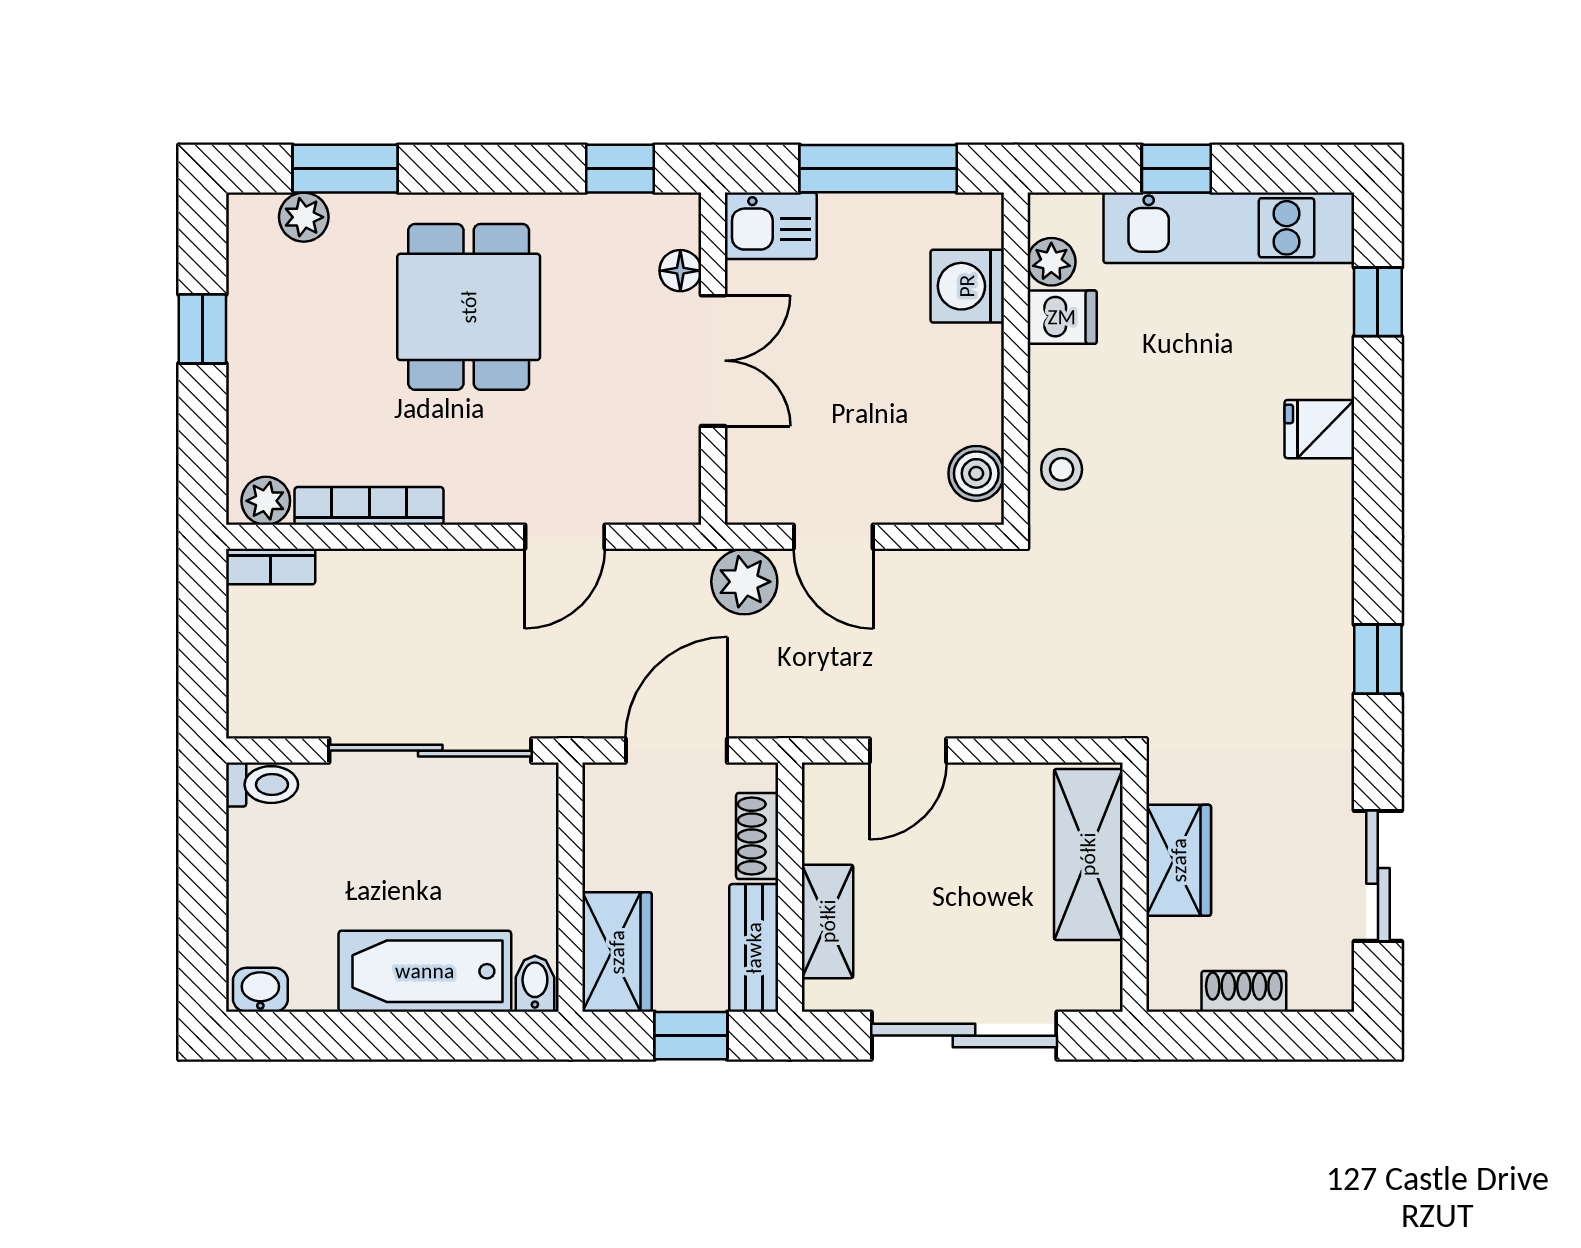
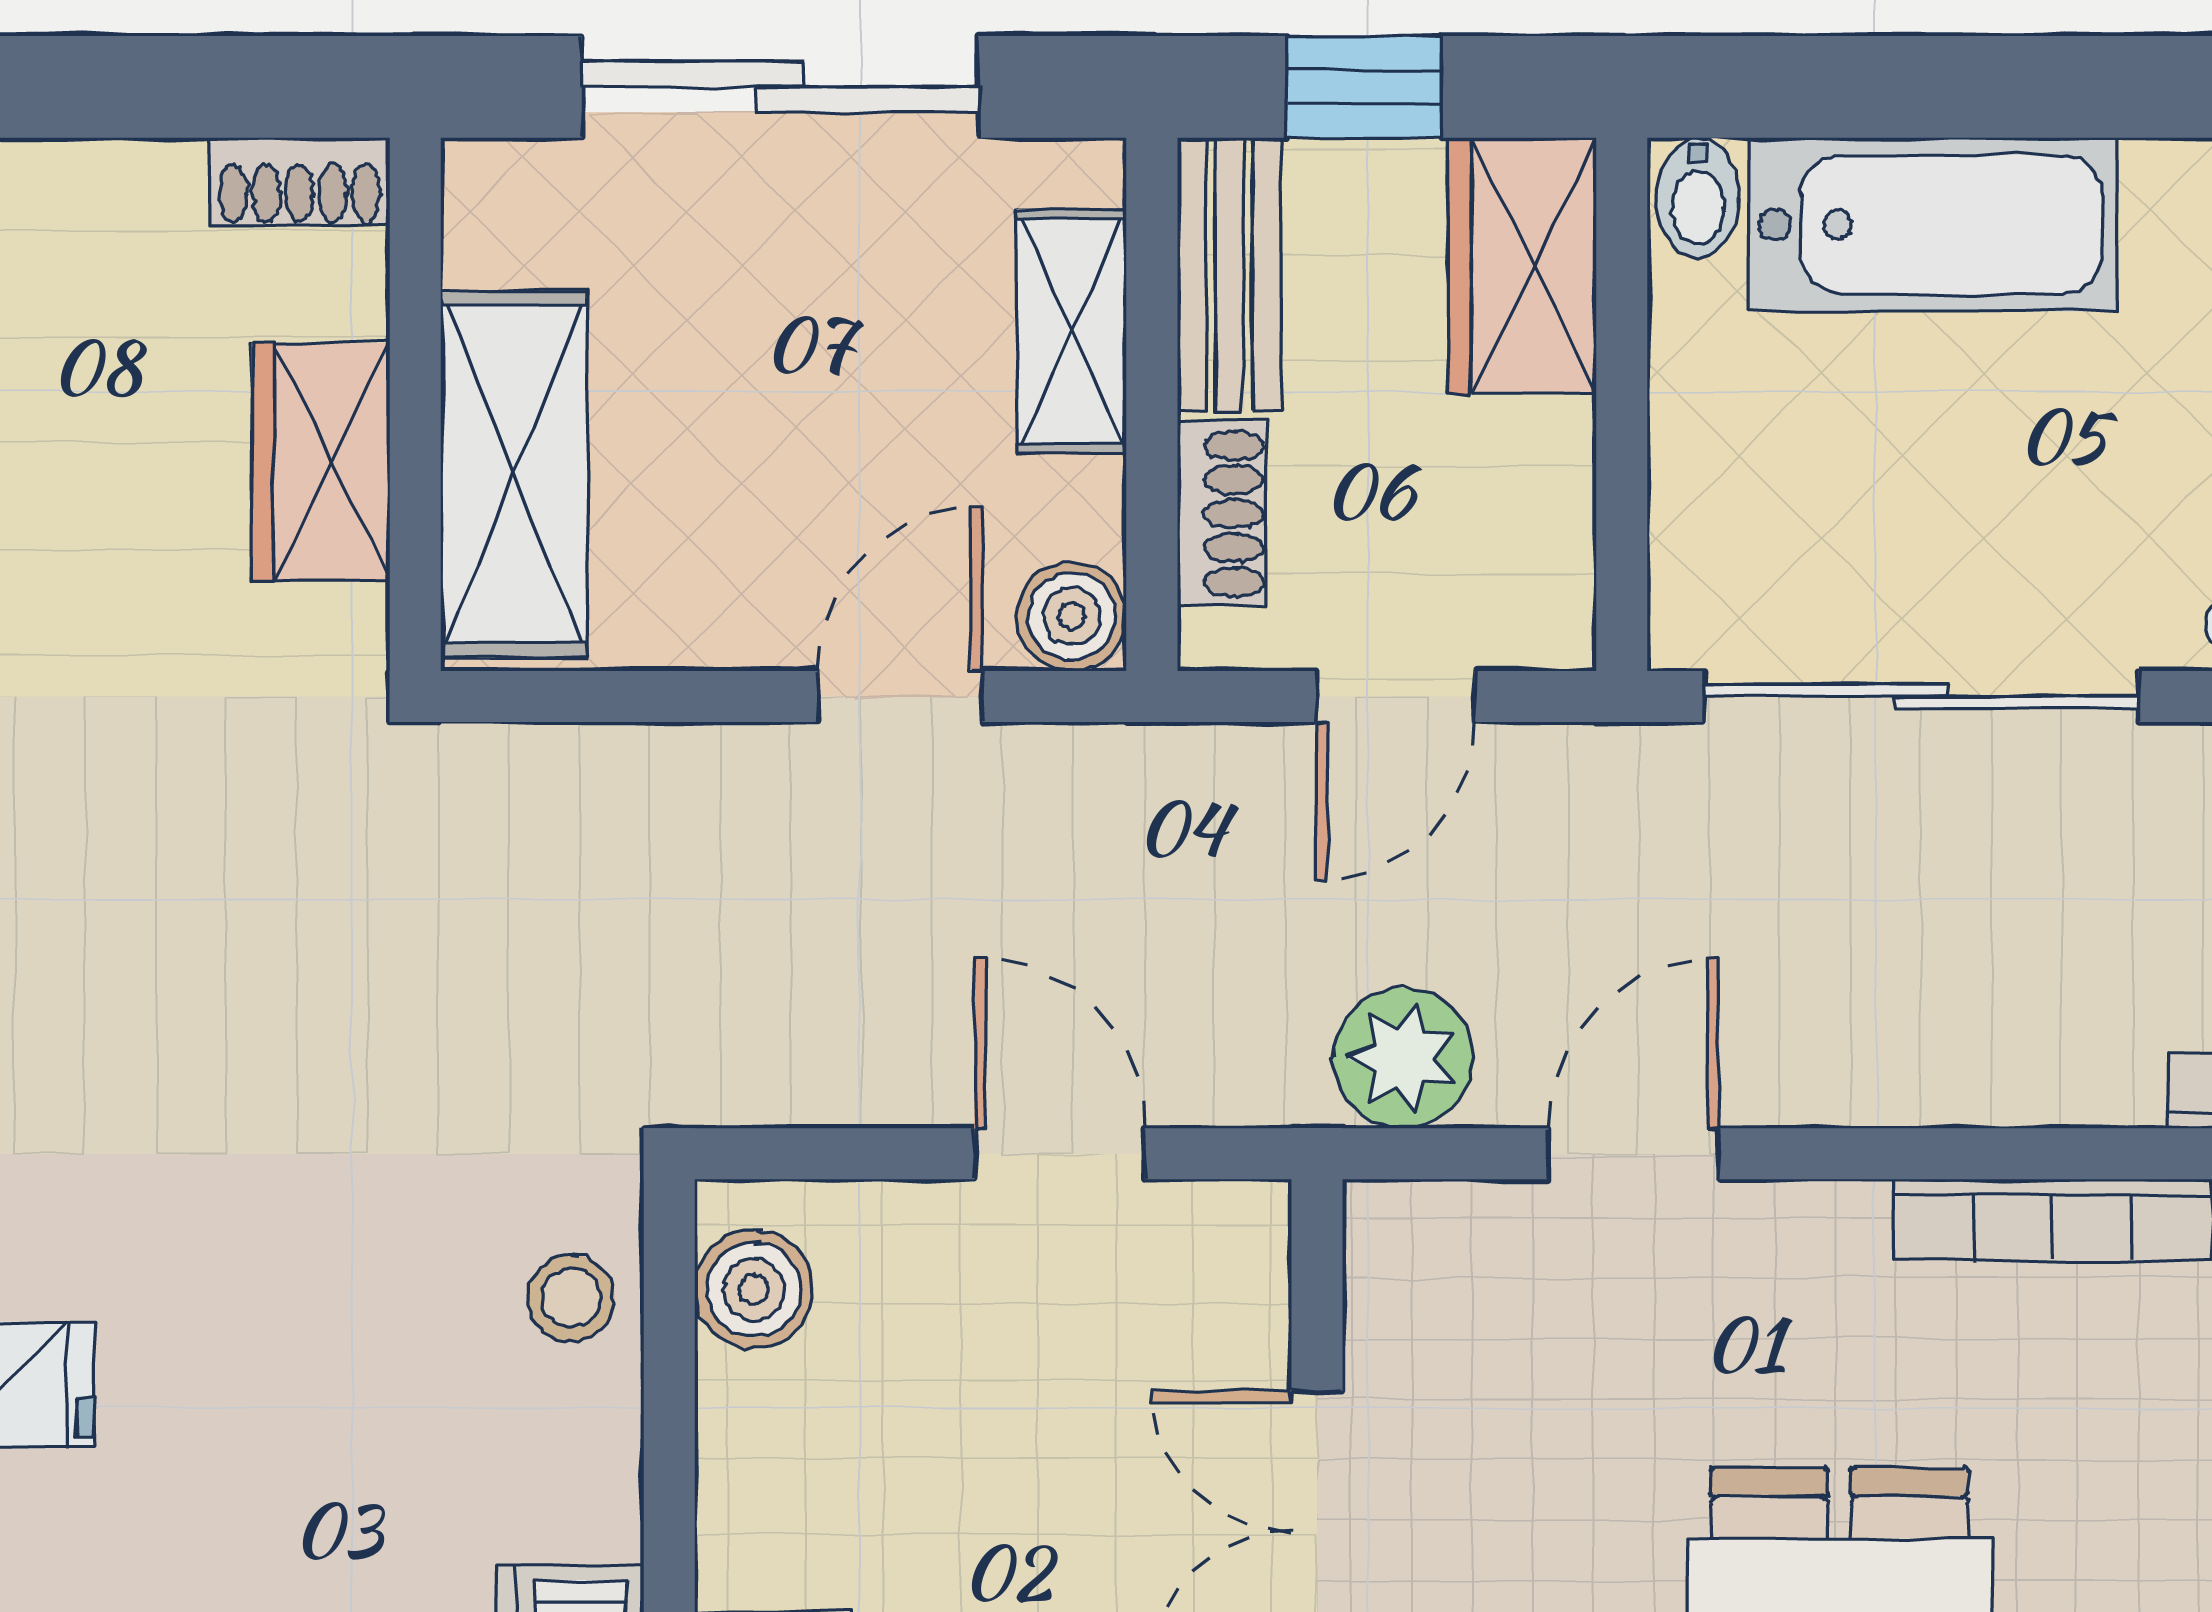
plant: (744, 582) -> (1403, 1058), moved
door: (676, 751) -> (1395, 696), width x0.73
boiler: (828, 788) -> (1072, 616), added
shoe rack: (1244, 991) -> (299, 182), moved

